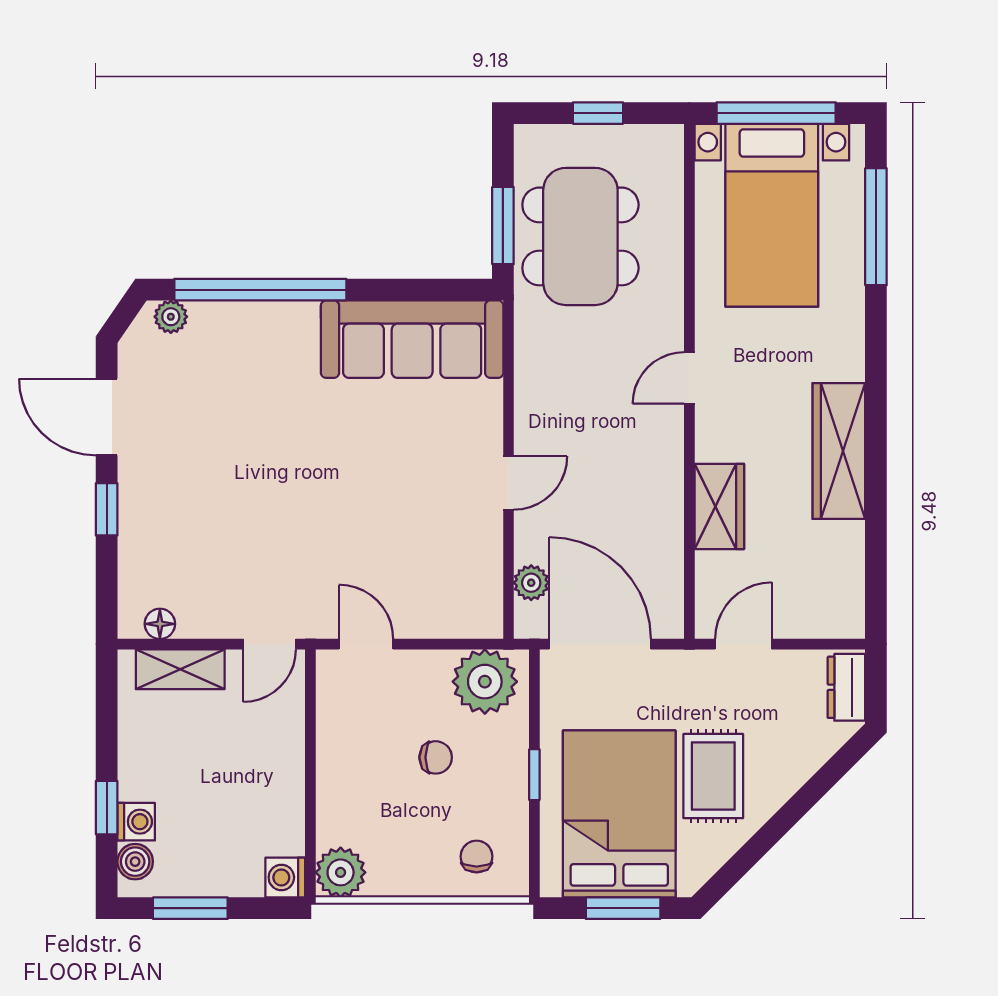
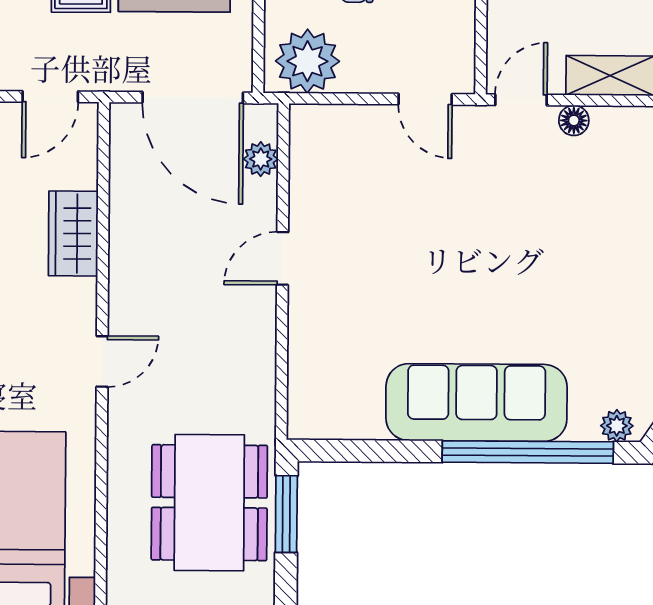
sofa: (412, 339) -> (476, 403), moved
floor lamp: (160, 624) -> (574, 120), moved

